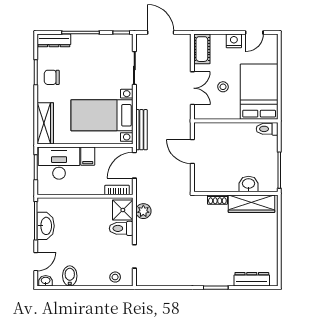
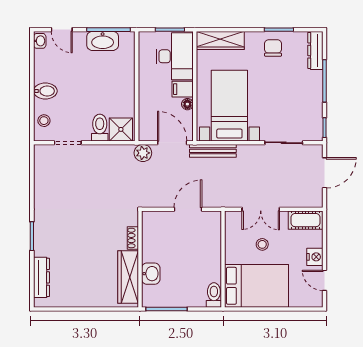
floor lamp: (101, 152) -> (187, 104), added
bookcase: (117, 190) -> (144, 123), removed
plant: (143, 211) -> (143, 153), moved
bidet: (70, 276) -> (45, 91), moved

